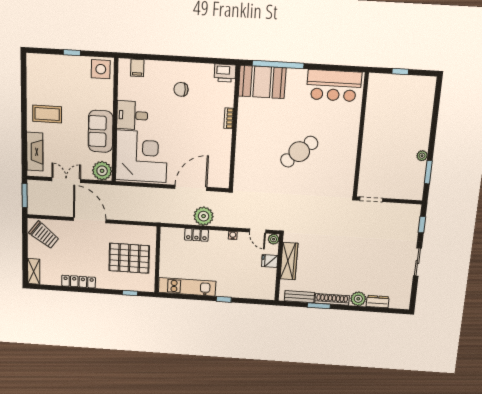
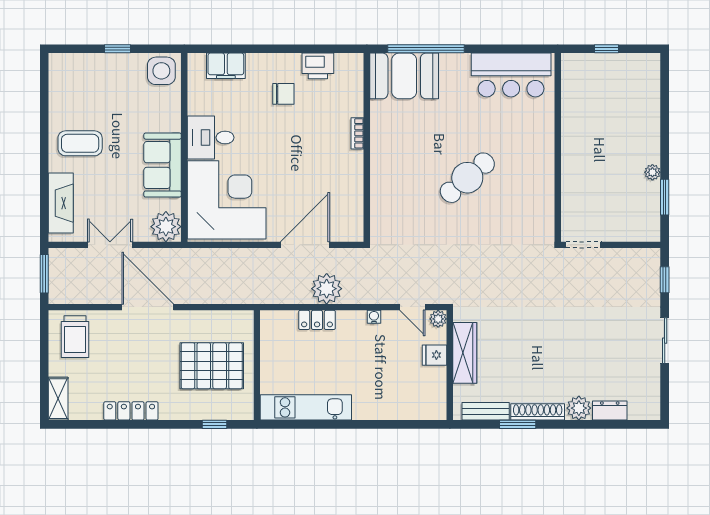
filing cabinet: (137, 68) -> (226, 66), width x2.00
printer: (225, 73) -> (318, 66), moved
chair: (181, 89) -> (283, 94), turned 180
trolley: (44, 235) -> (75, 337), turned 53
window: (224, 299) -> (366, 424), removed

